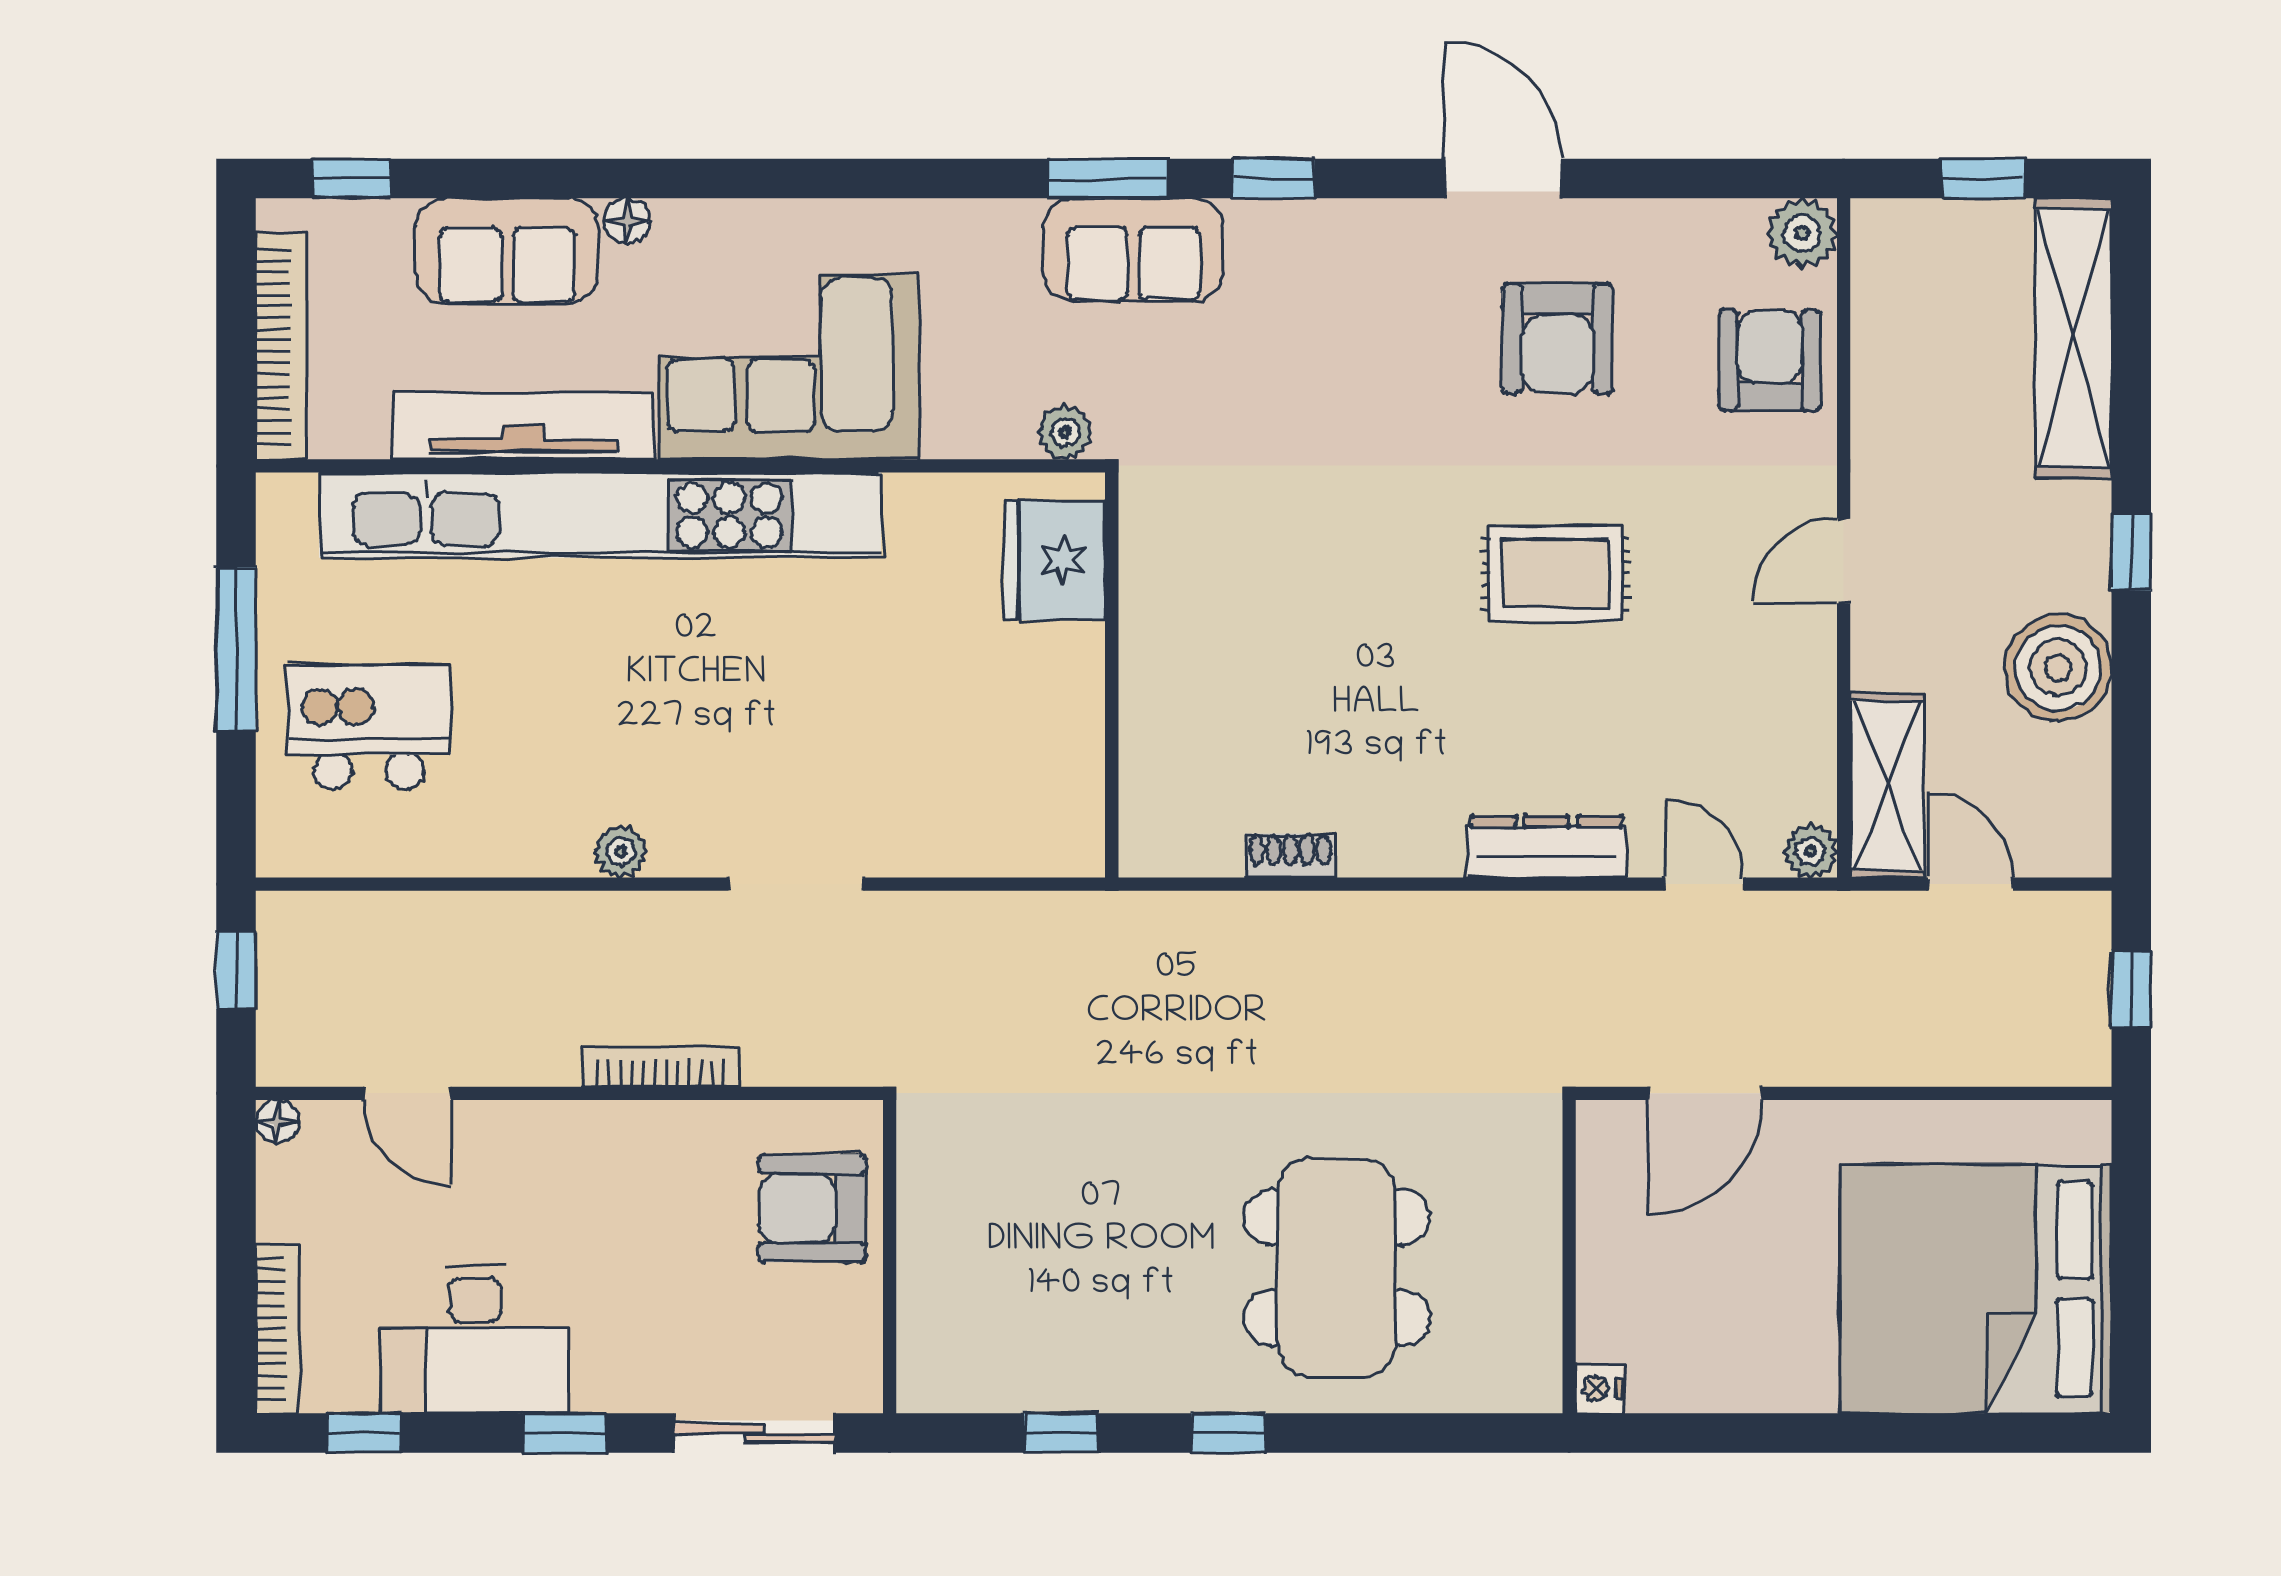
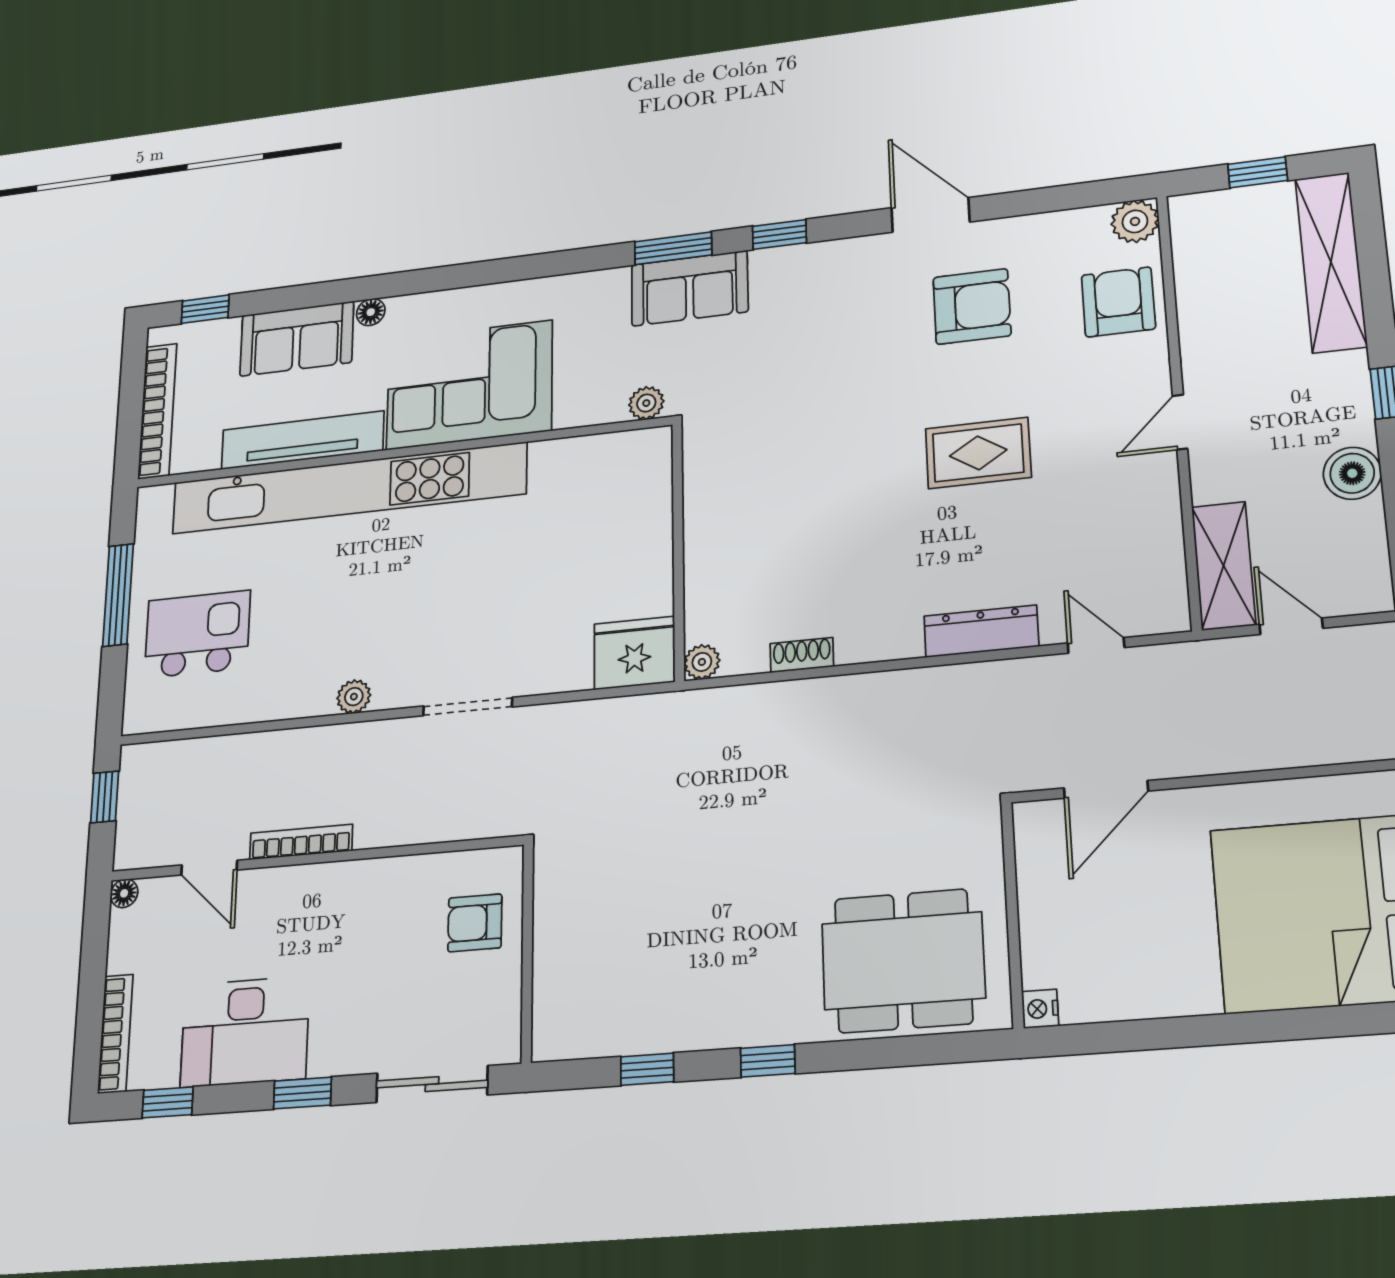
armchair: (1557, 339) -> (972, 306), turned -90
fridge: (1055, 560) -> (634, 653), moved, turned 90
boiler: (2058, 668) -> (1352, 473), width x0.73, depth x0.73
plant: (1811, 851) -> (702, 662), moved
bookcase: (661, 1067) -> (301, 842), moved
armchair: (812, 1208) -> (475, 923), width x0.72, depth x0.72
dining table: (1337, 1268) -> (903, 961), moved, turned 90

